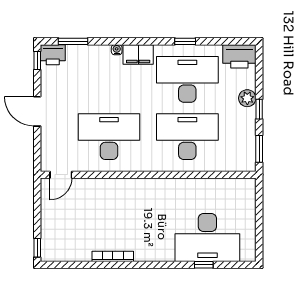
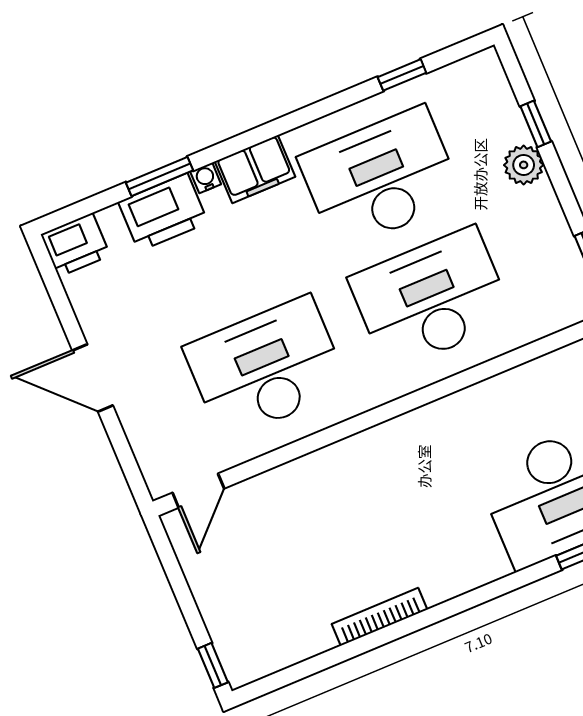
window: (73, 41) -> (159, 176), moved
window: (185, 41) -> (402, 75), moved
printer: (239, 56) -> (163, 212), moved
window: (37, 60) -> (48, 271), removed
window: (259, 109) -> (536, 124), moved

